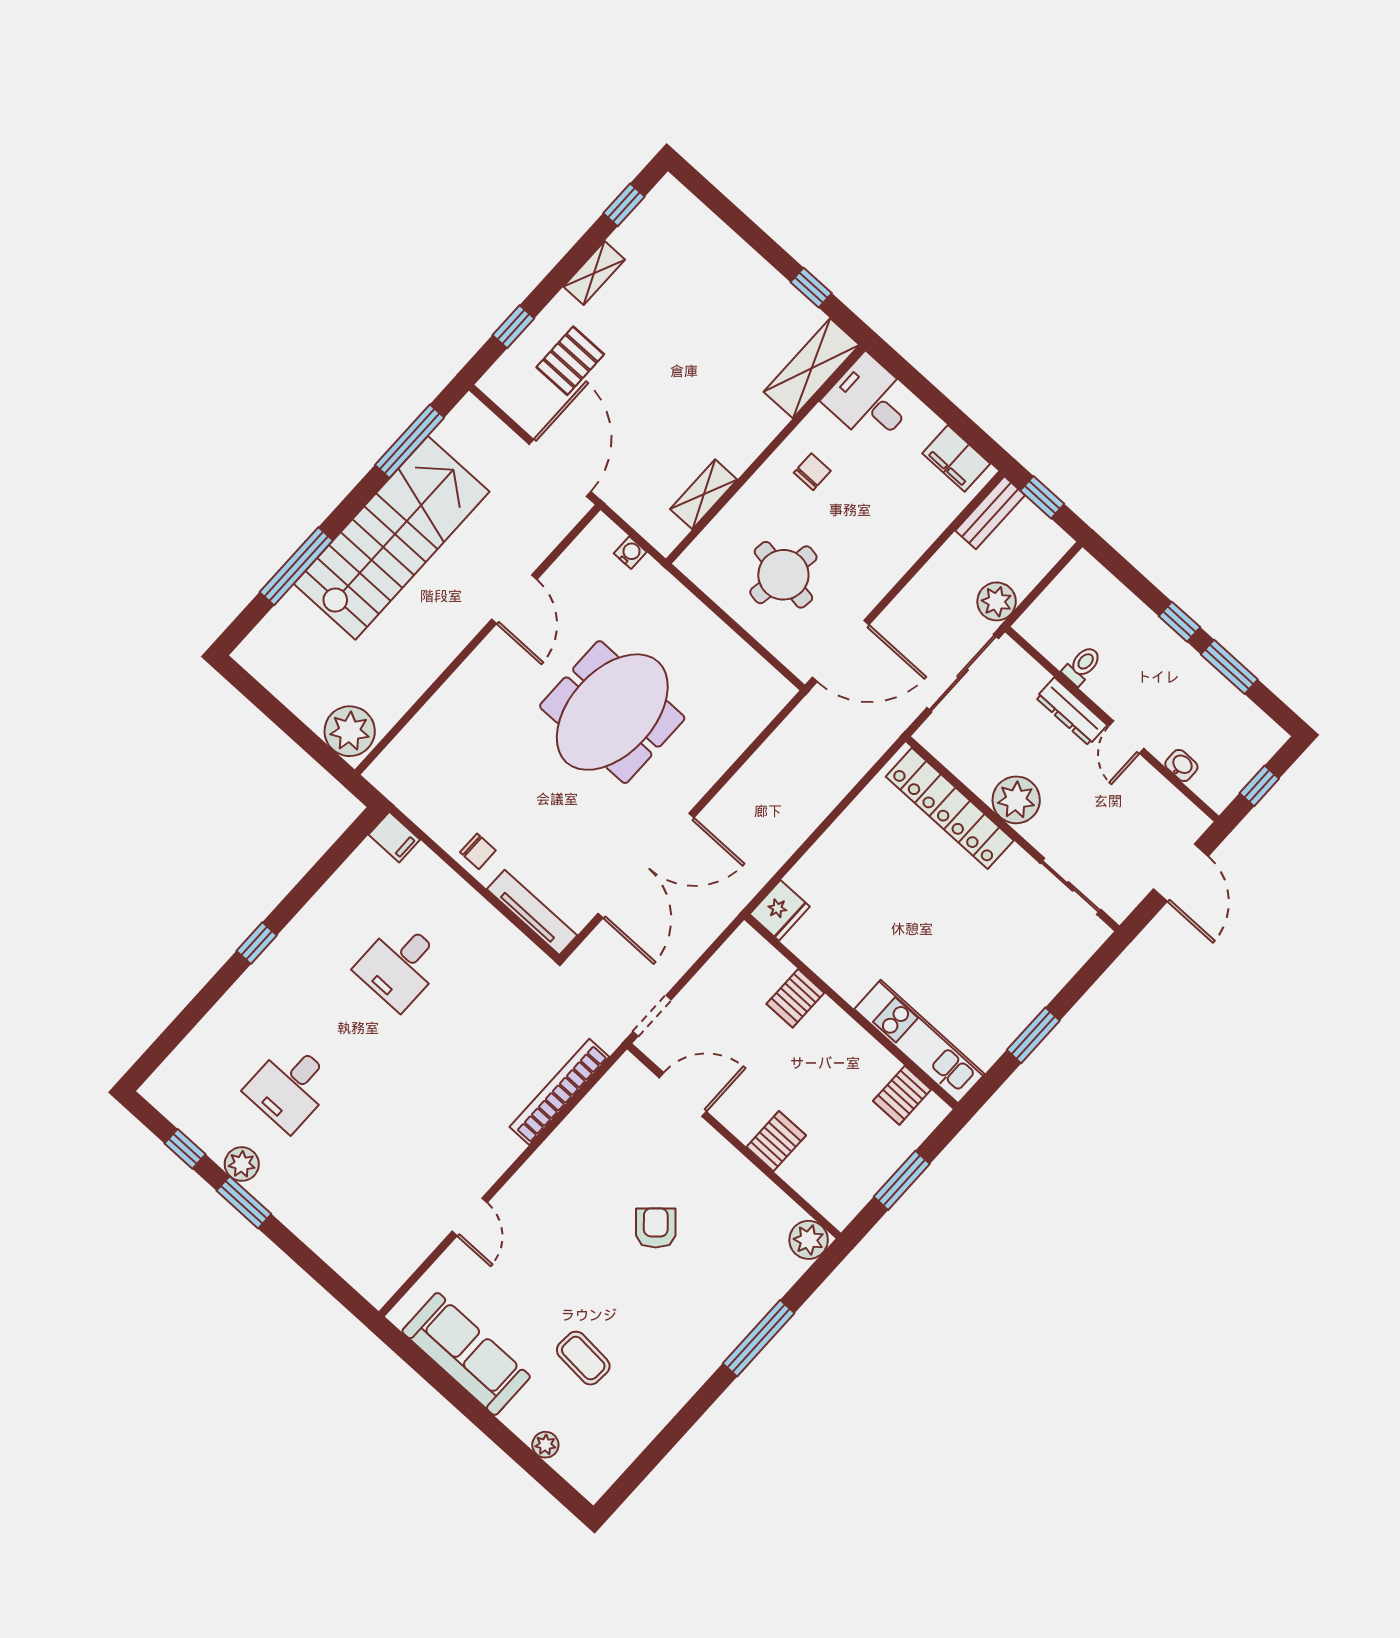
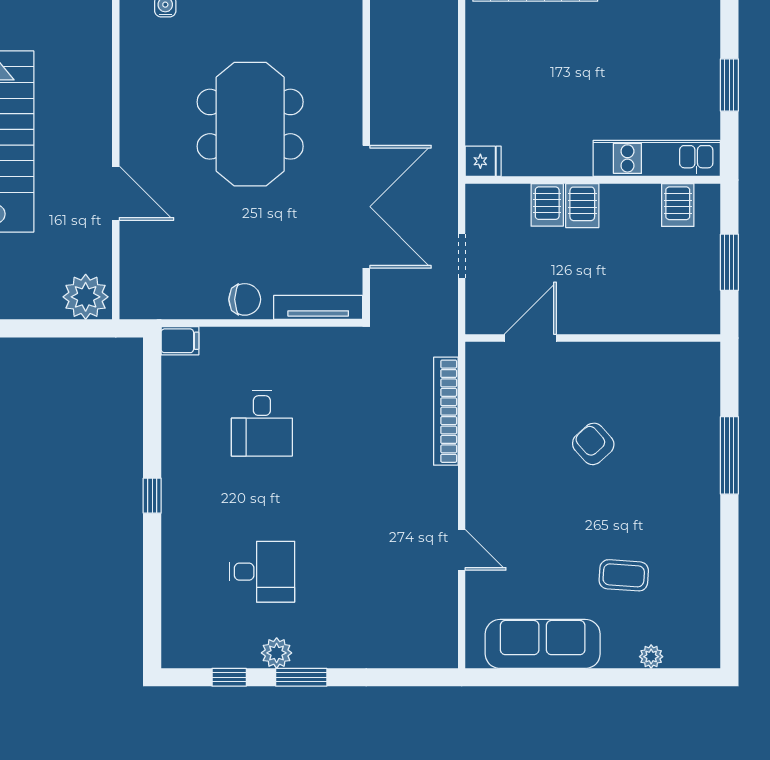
door: (514, 599) -> (116, 193), moved
chair: (478, 851) -> (245, 299), width x1.37, depth x1.37
fridge: (780, 910) -> (483, 161), width x0.72
doorway: (652, 1016) -> (462, 256), moved
desk: (290, 1087) -> (262, 572), turned -90
server rack: (776, 1141) -> (582, 206), moved, turned 180
plant: (809, 1240) -> (703, 359), removed

